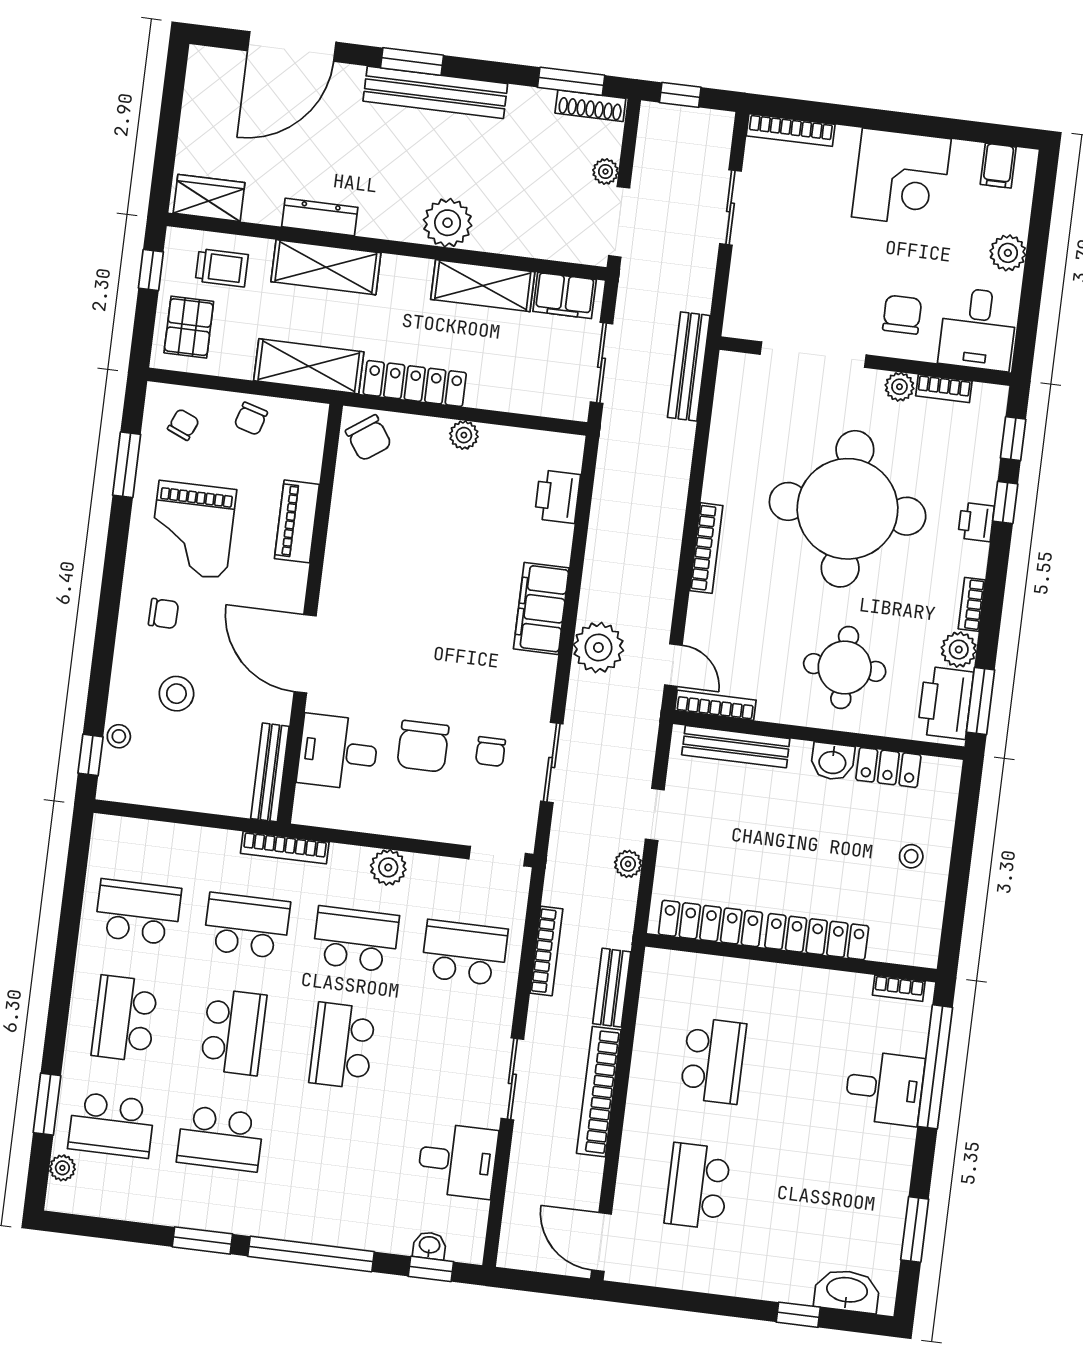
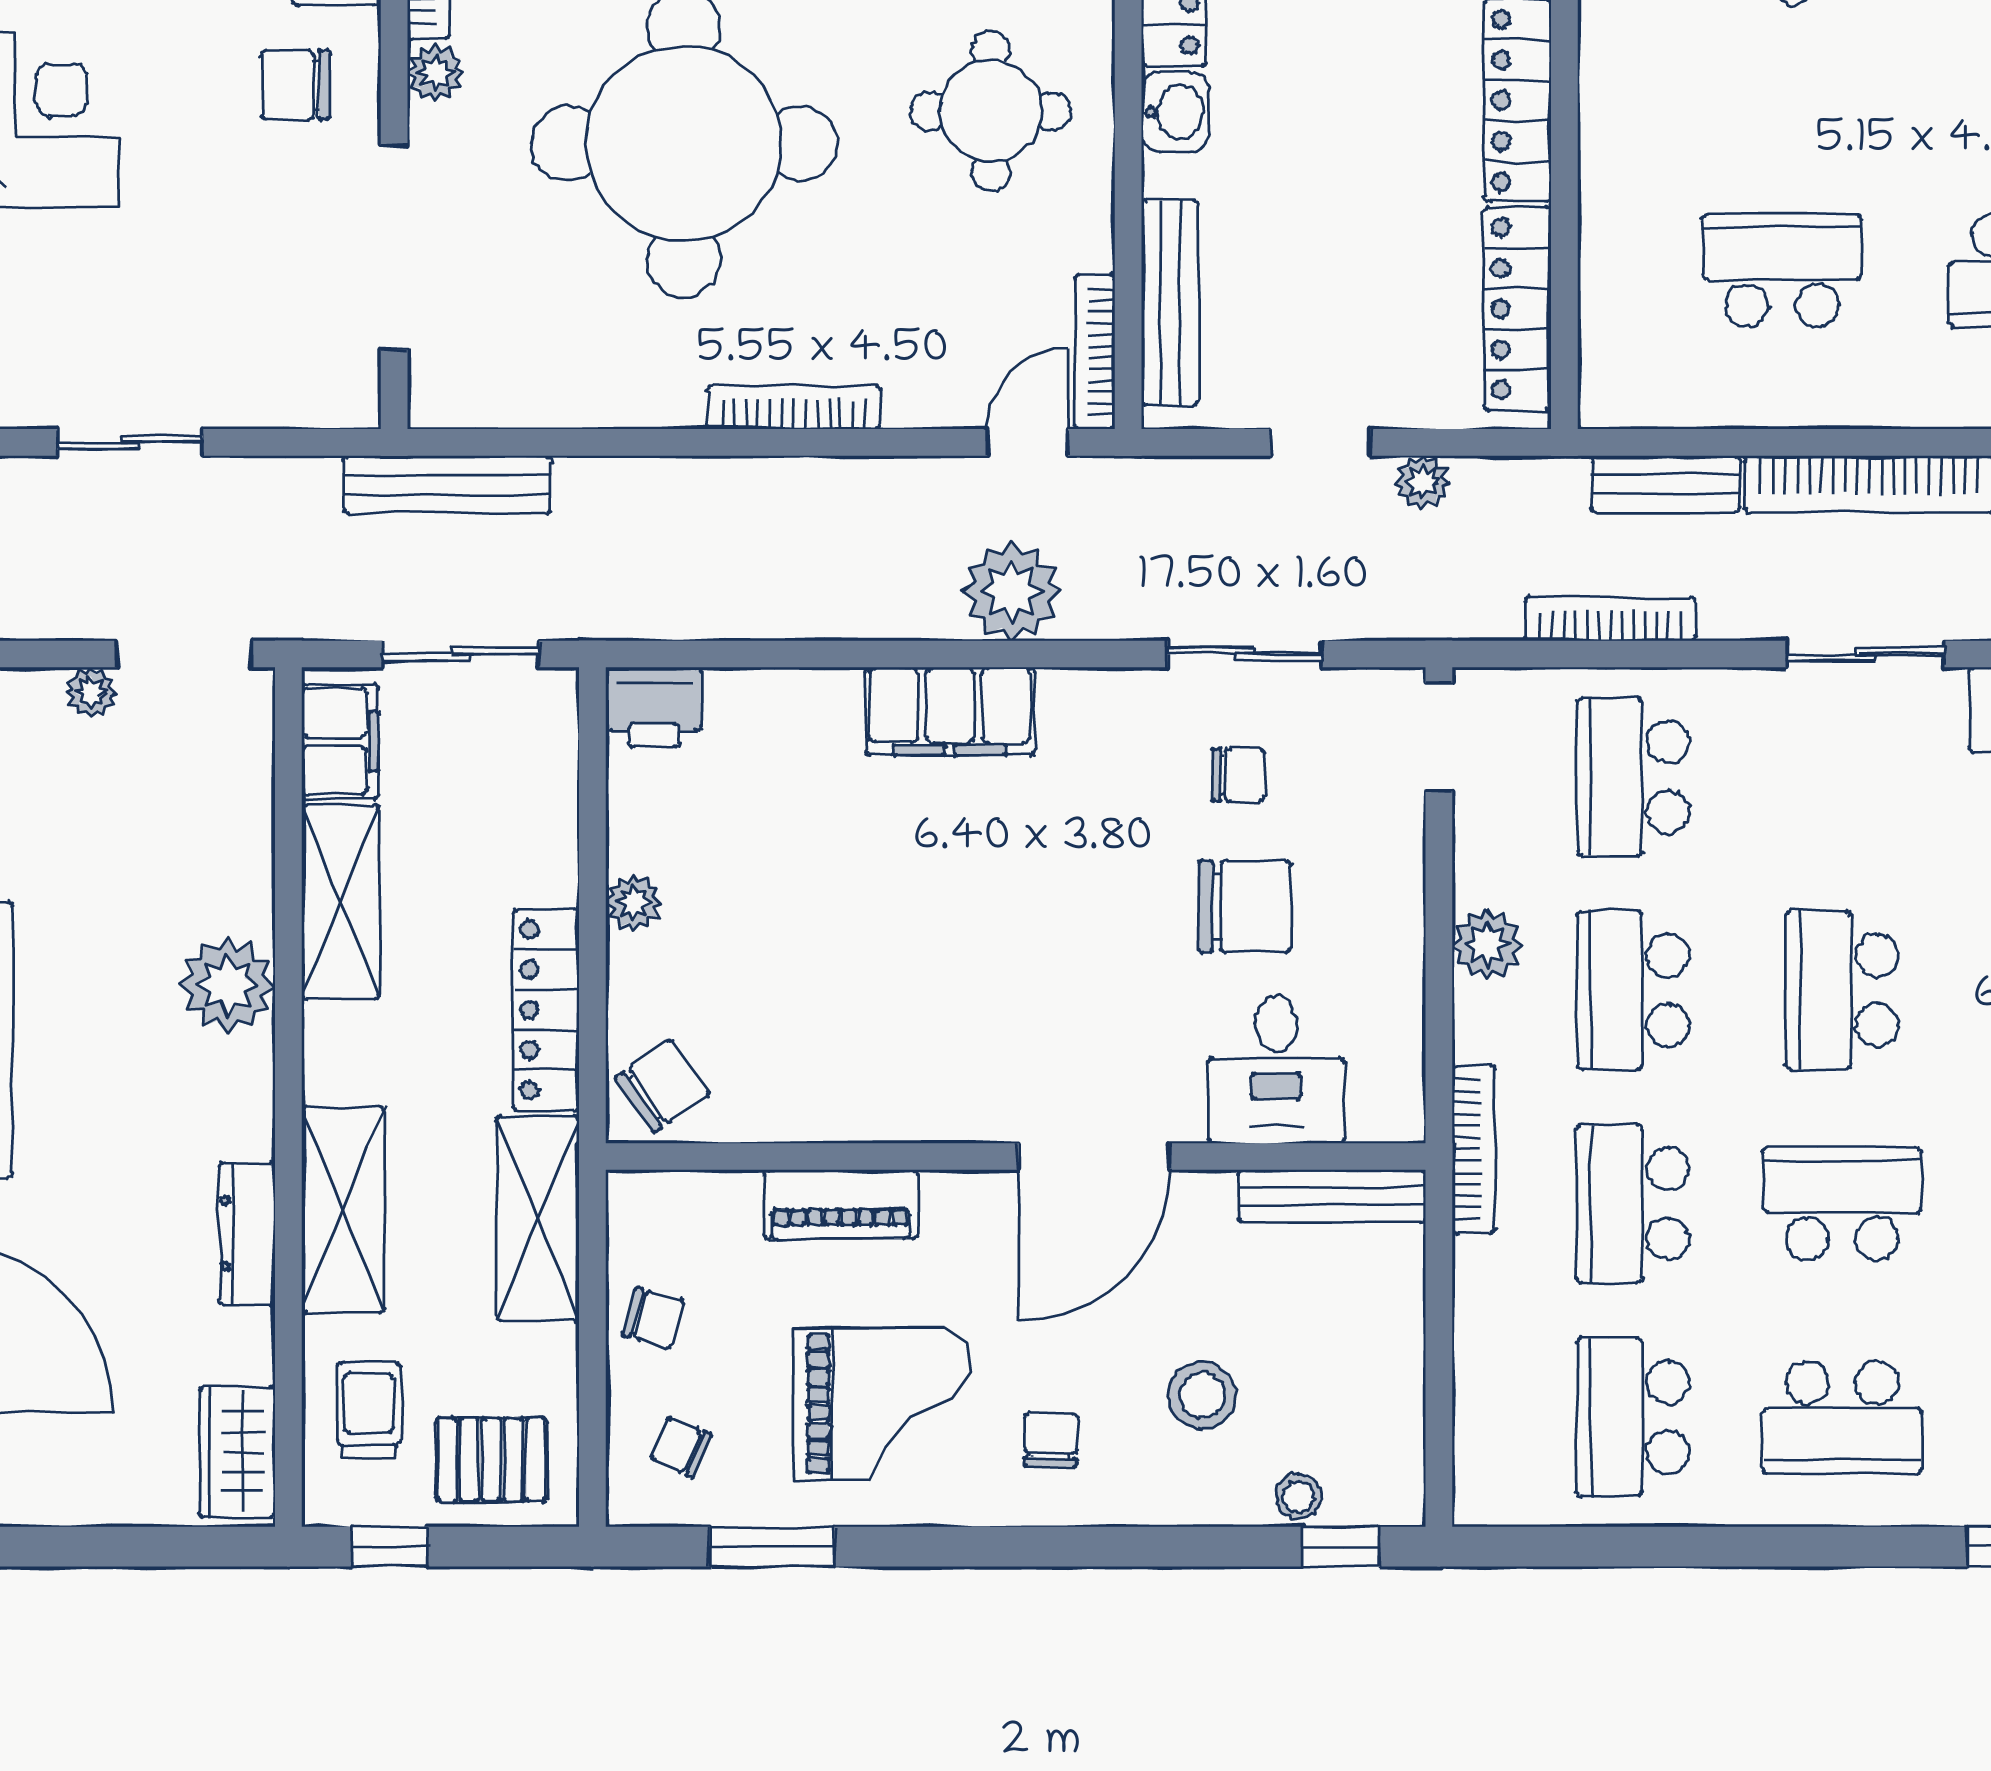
printer: (557, 497) -> (654, 707), moved
school desk: (342, 1046) -> (1842, 990), turned 90

